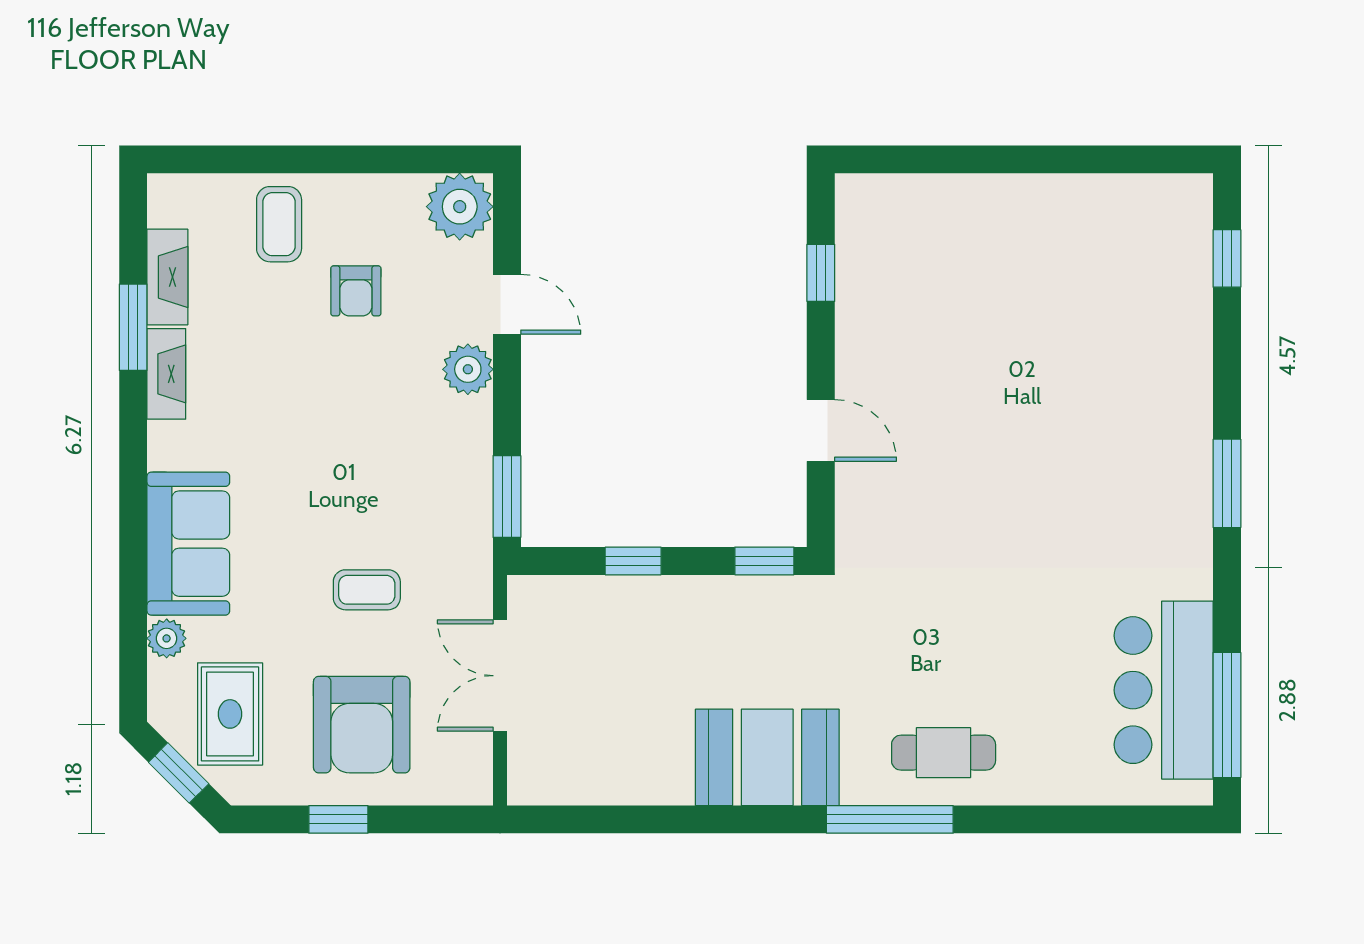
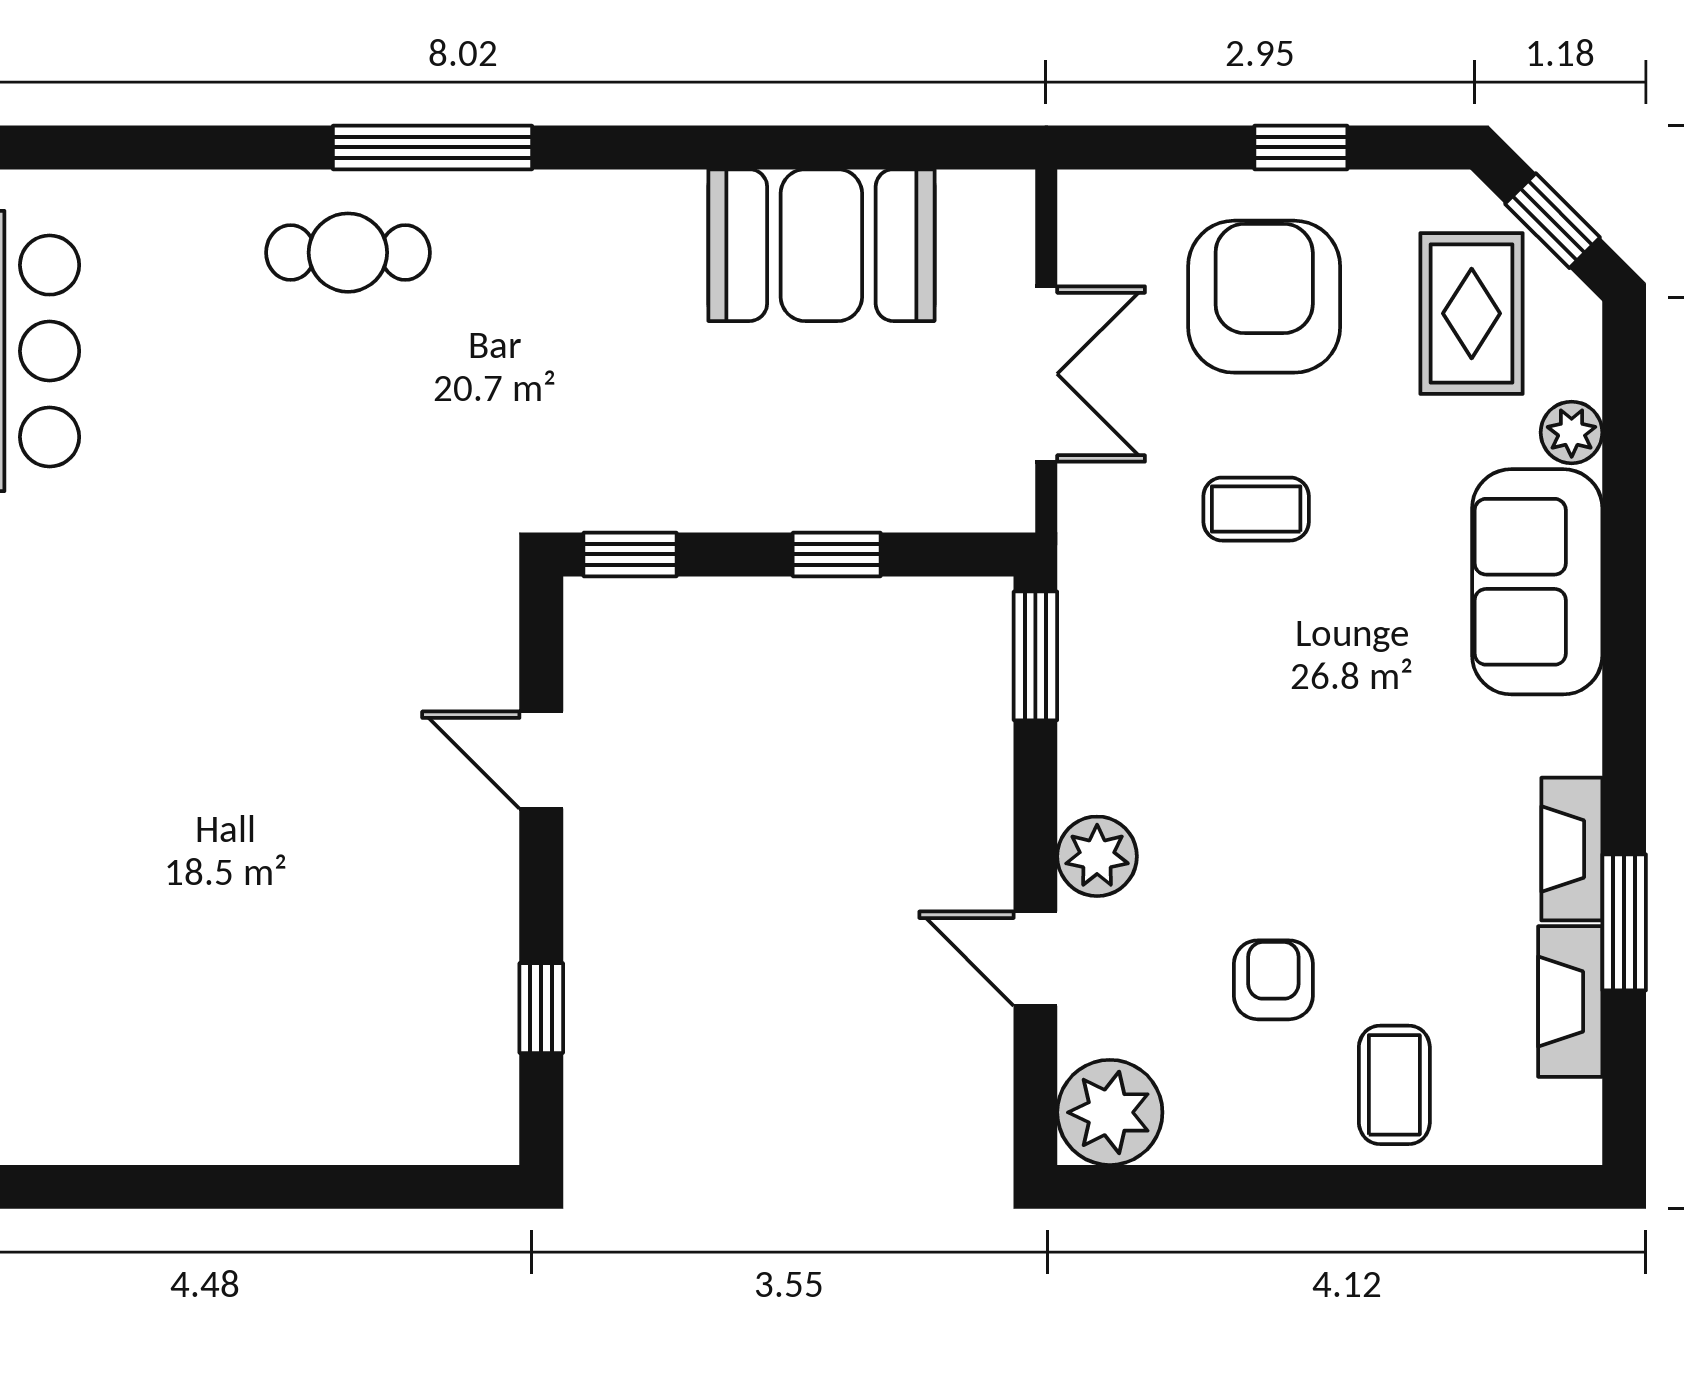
booth: (767, 757) -> (821, 245), moved

